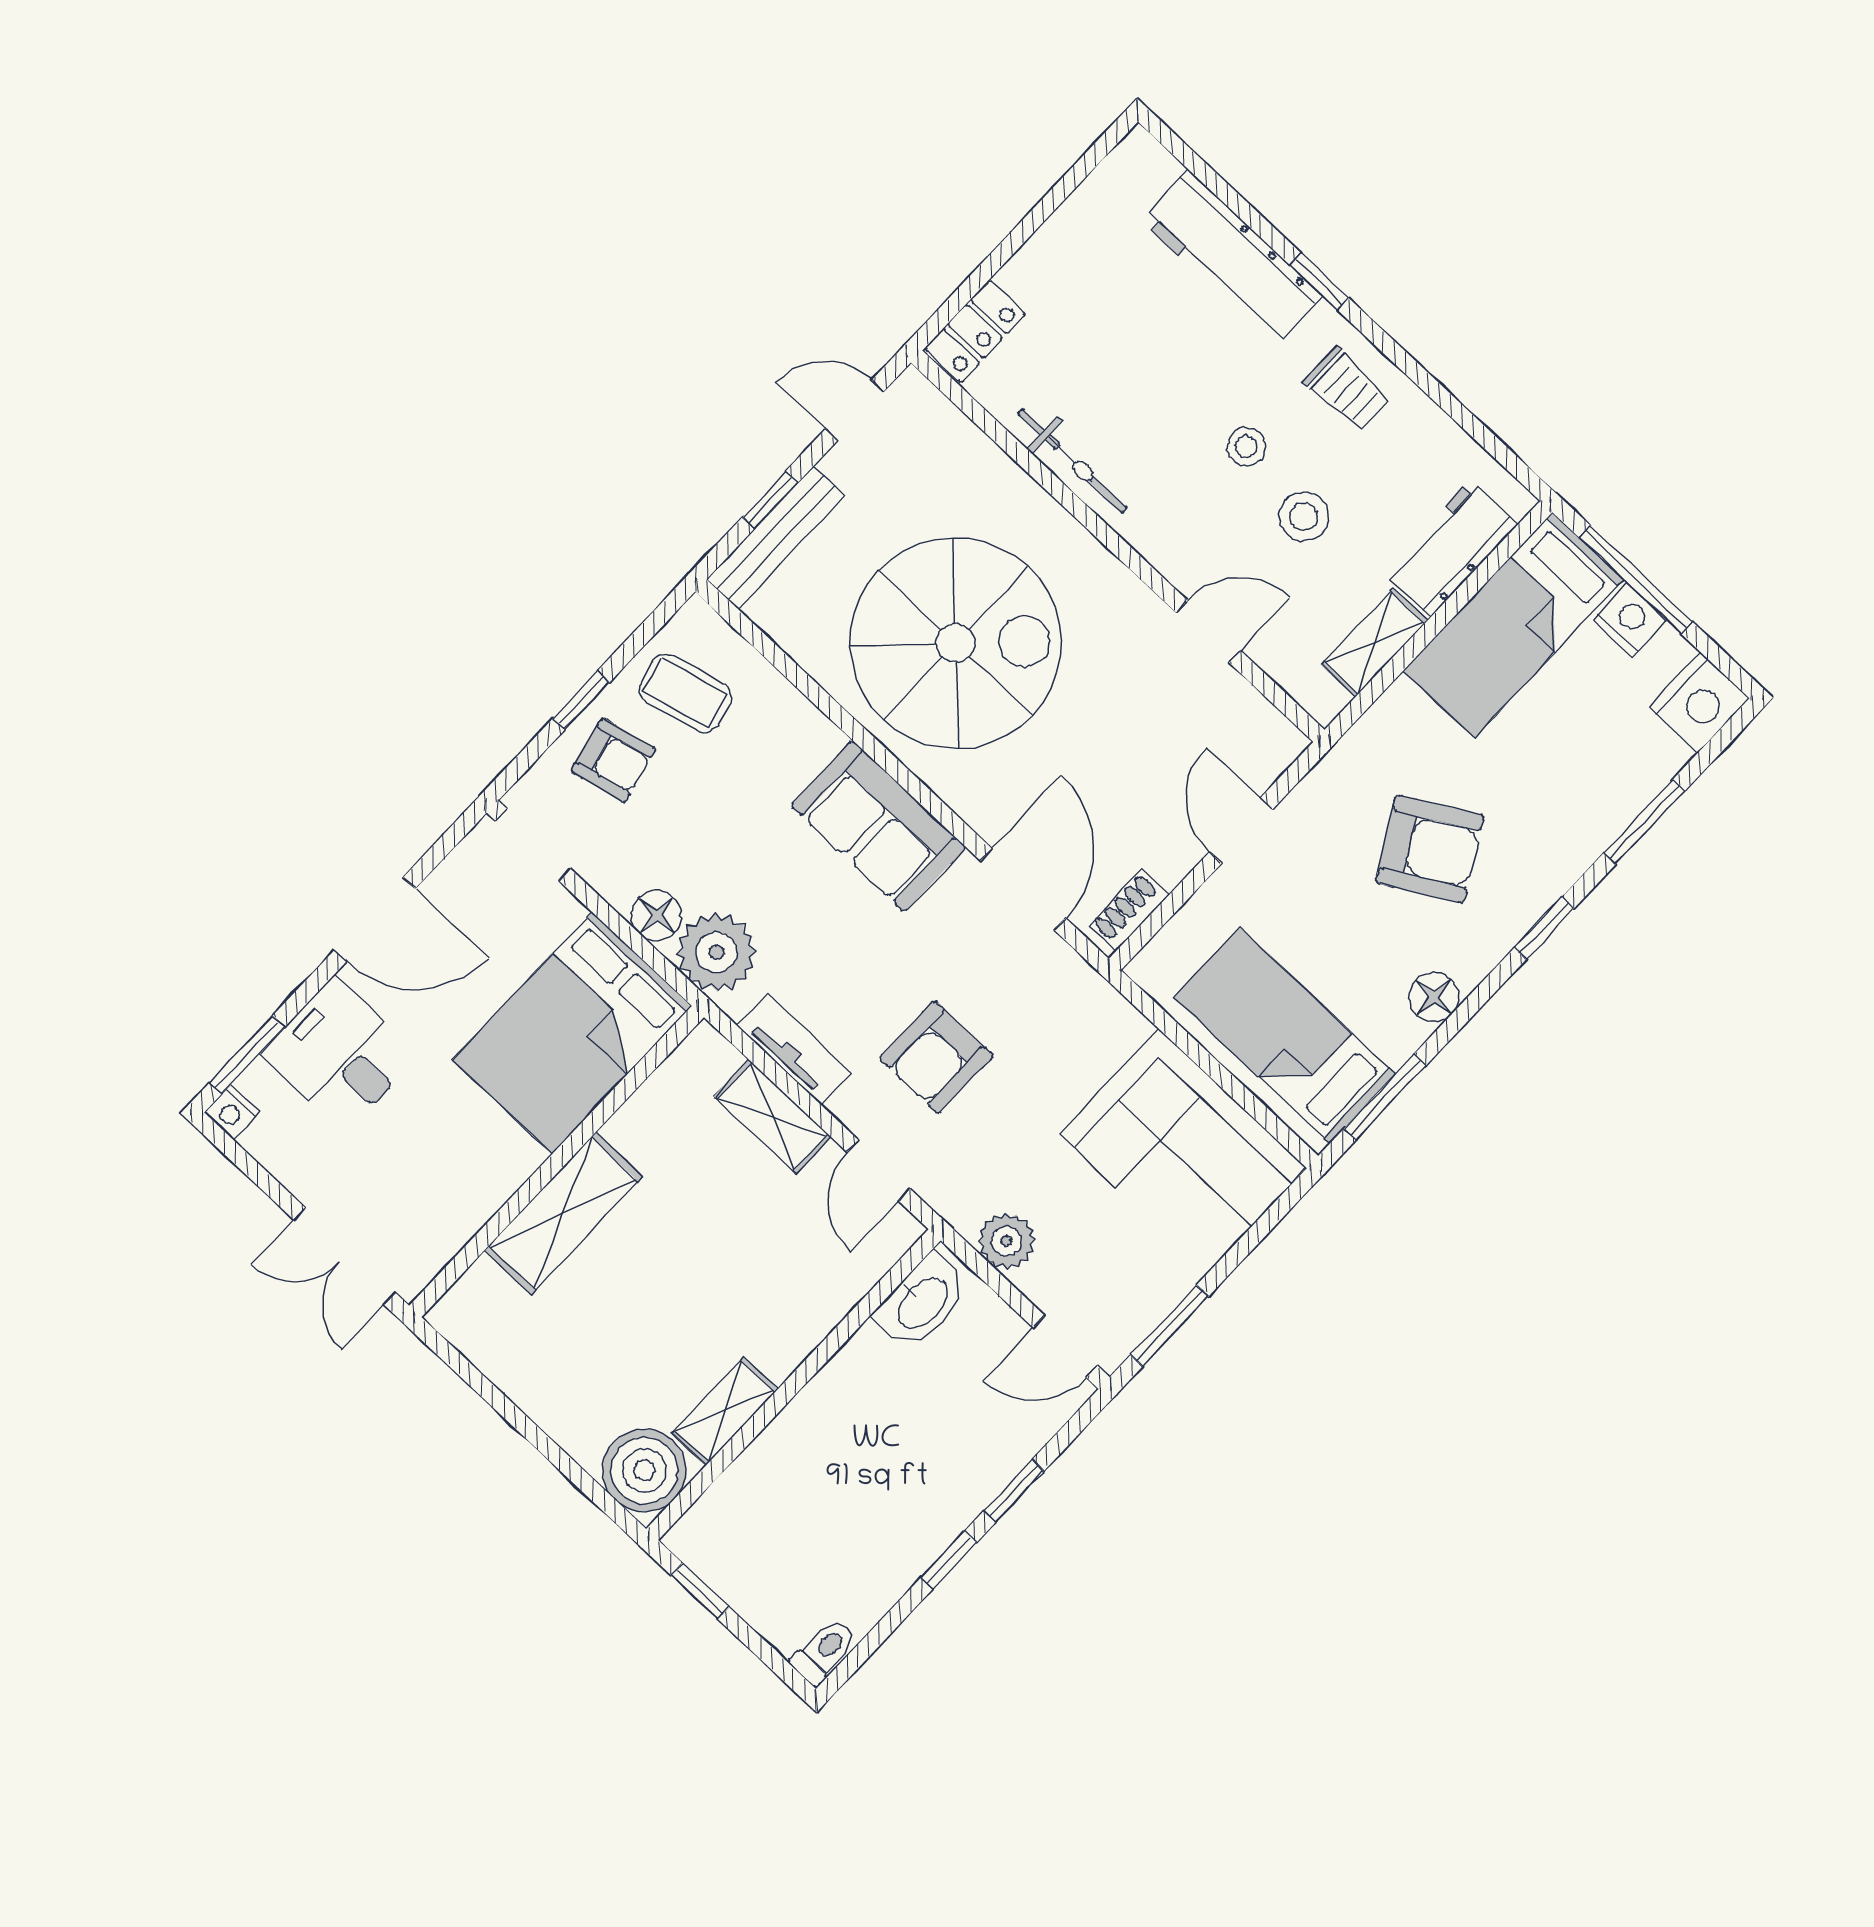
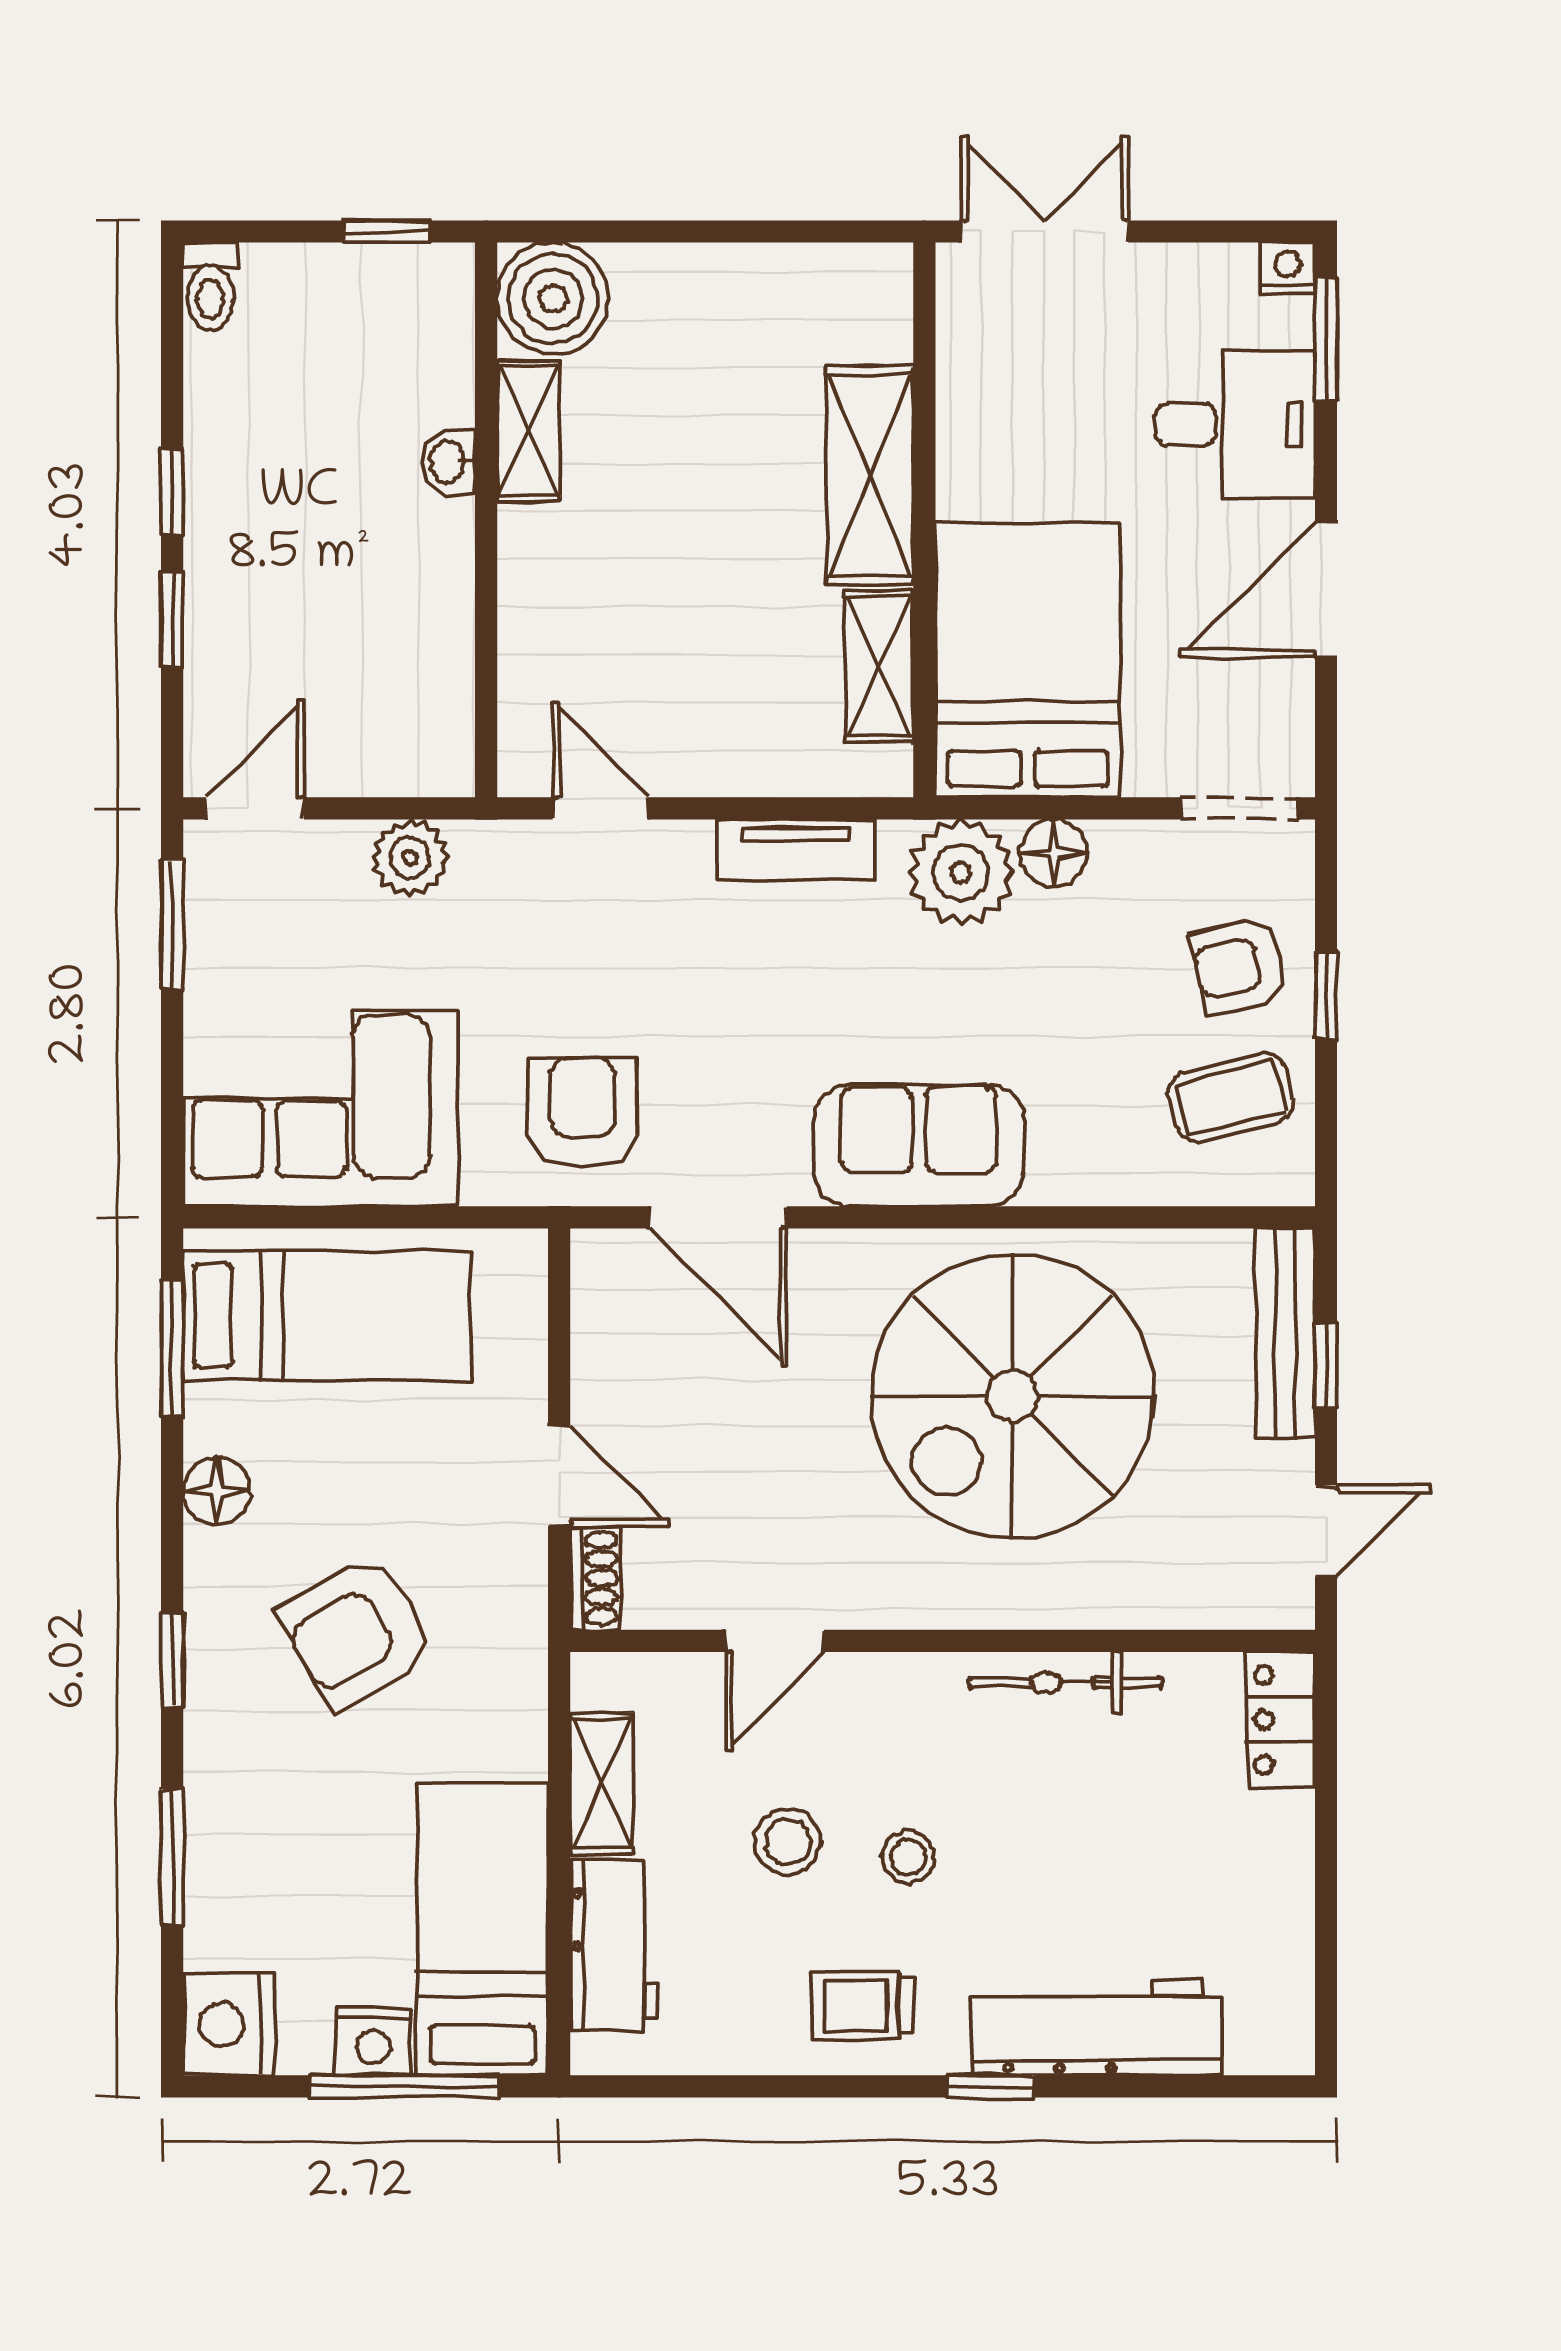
shoe rack: (1129, 911) -> (595, 1578), moved
armchair: (936, 1057) -> (582, 1113), moved
shelving: (772, 1117) -> (879, 666), moved, turned 90
washbasin: (922, 1302) -> (449, 462), moved, width x0.52, depth x0.69

